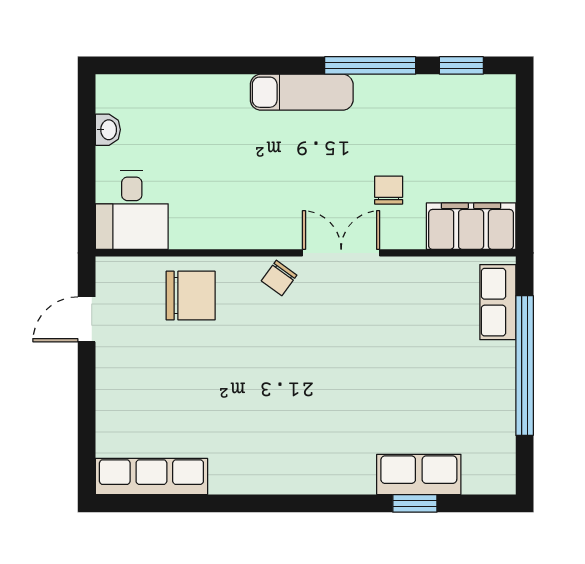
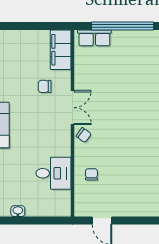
desk: (132, 210) -> (53, 173), moved
double door: (341, 253) -> (73, 108), swing flipped
chair: (191, 296) -> (91, 174), width x0.54, depth x0.54

